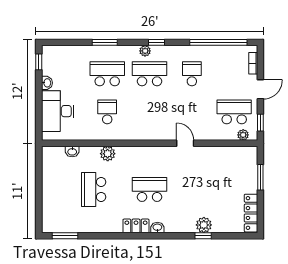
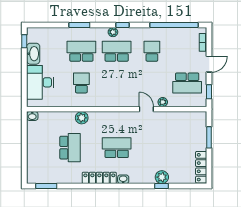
washbasin: (47, 83) -> (33, 54), width x1.91, depth x1.45
school desk: (234, 112) -> (187, 83), turned 180
plant: (243, 135) -> (163, 102), moved
washbasin: (72, 152) -> (32, 116), moved
school desk: (94, 189) -> (70, 148), turned 180
locker: (136, 226) -> (99, 178), width x1.53

